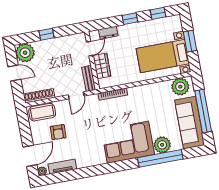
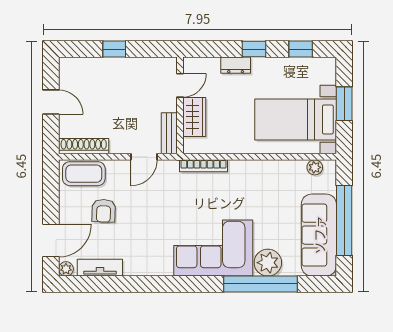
dresser: (108, 33) -> (236, 65), moved
plant: (25, 53) -> (74, 72), removed
plant: (180, 87) -> (315, 167), width x0.53, depth x0.53

